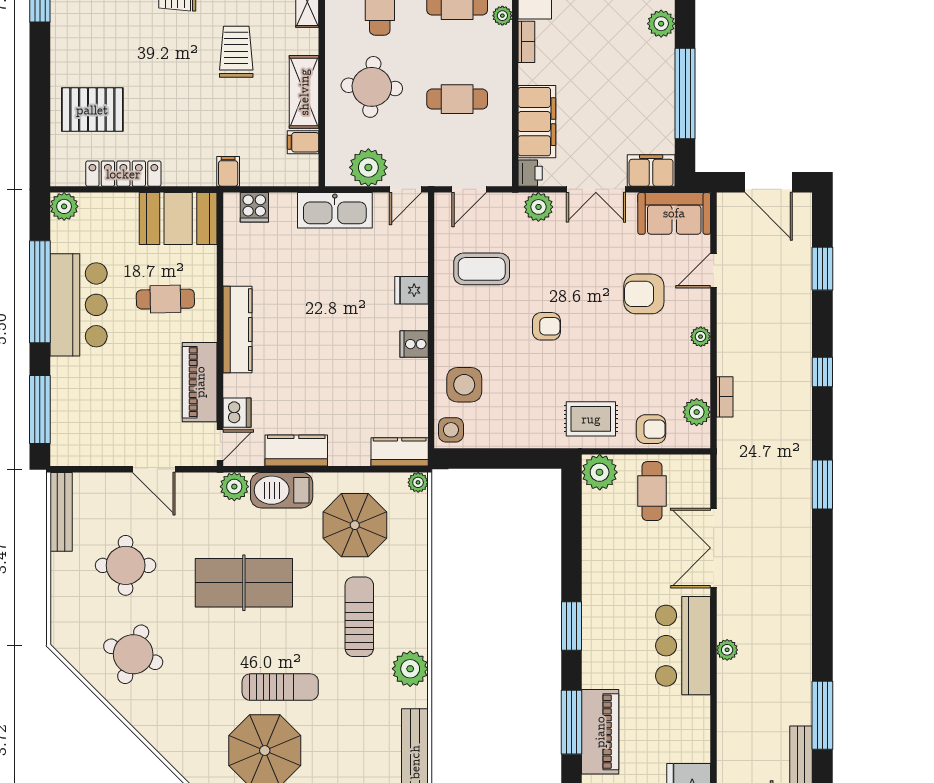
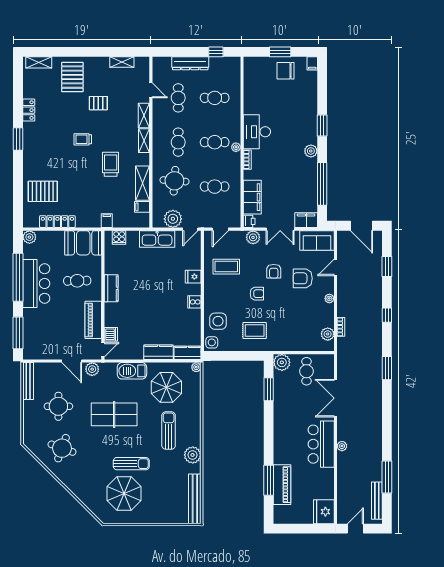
kitchen counter: (238, 330) -> (111, 288), width x0.67
rug: (591, 419) -> (255, 331), moved
armchair: (651, 429) -> (274, 271), moved, turned 90
kitchen counter: (296, 451) -> (158, 352), moved
plant: (234, 487) -> (92, 369), moved
window: (572, 626) -> (269, 389), moved

